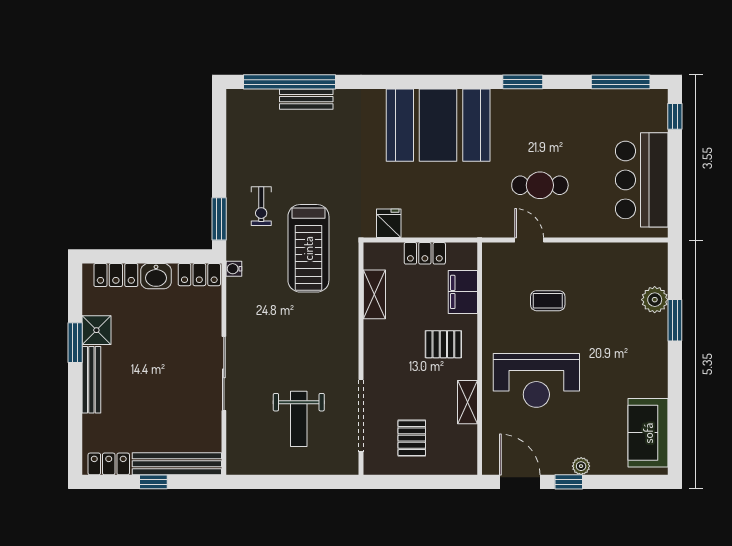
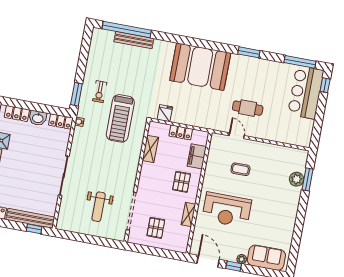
bench: (306, 99) -> (134, 40), width x1.36
bar counter: (642, 180) -> (306, 92), moved
window: (675, 320) -> (307, 179), moved
pallet: (443, 344) -> (182, 182), turned 90
sofa: (648, 433) -> (266, 258), moved, turned 90
window: (153, 482) -> (34, 229), moved

